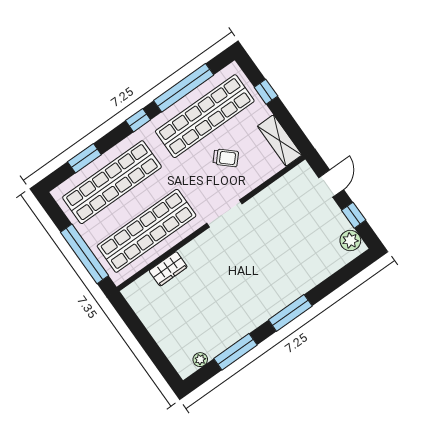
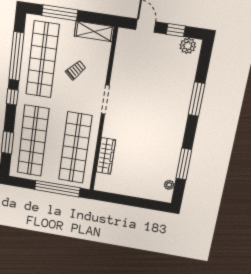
window: (266, 92) -> (60, 13), width x2.17
wardrobe: (168, 269) -> (106, 156), width x1.50
window: (290, 313) -> (197, 99), moved

